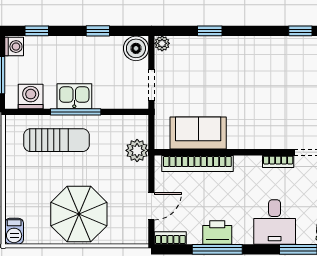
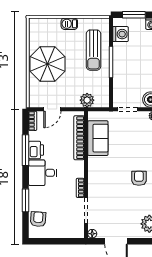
armchair: (263, 67) -> (139, 178), added
kitchen sink: (74, 96) -> (121, 61), removed
door: (151, 206) -> (52, 109), hinge flipped
desk: (275, 222) -> (43, 173), moved
barbecue: (14, 231) -> (69, 24), moved

